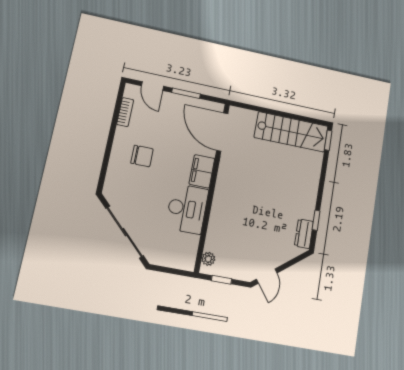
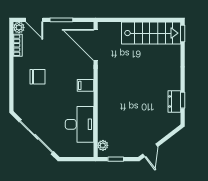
plant: (131, 91) -> (19, 27), added
filing cabinet: (202, 171) -> (85, 85), width x0.50
desk: (187, 209) -> (79, 124), moved
dresser: (304, 234) -> (174, 101), moved

